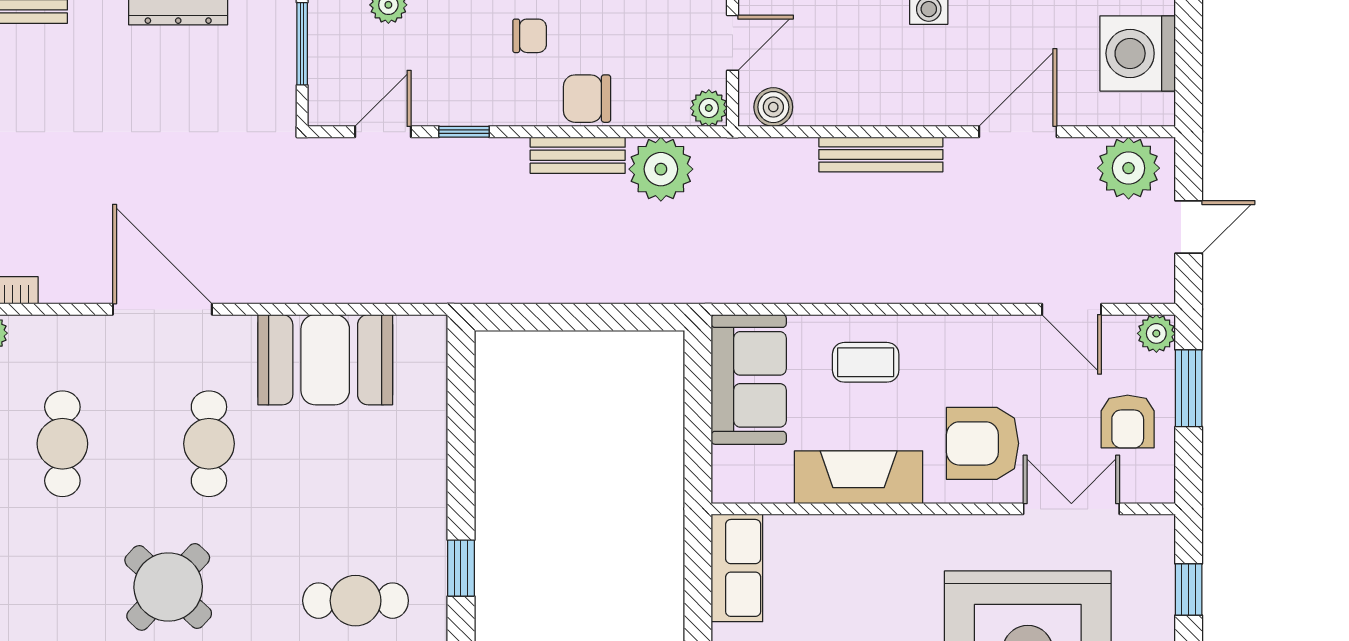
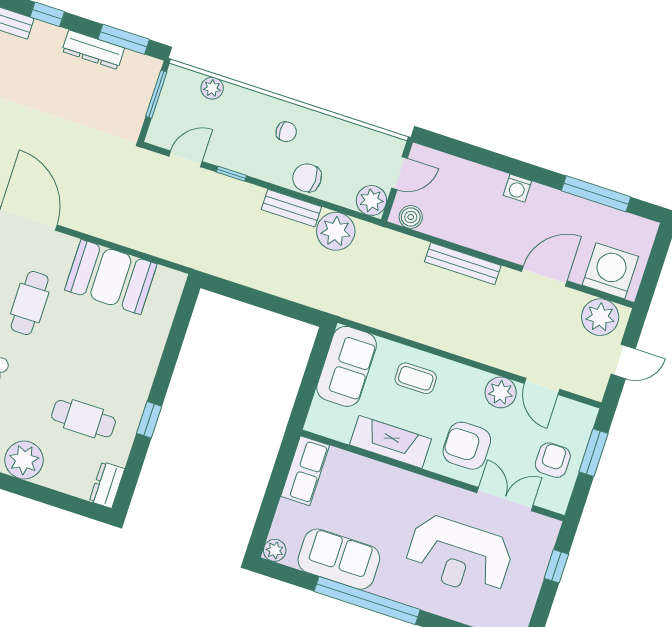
washing machine: (1138, 53) -> (610, 271), moved, turned 90
plant: (709, 108) -> (371, 200), width x1.38, depth x1.38
plant: (1156, 333) -> (501, 392), moved, width x1.38, depth x1.38
armchair: (1128, 422) -> (553, 460), turned 180

